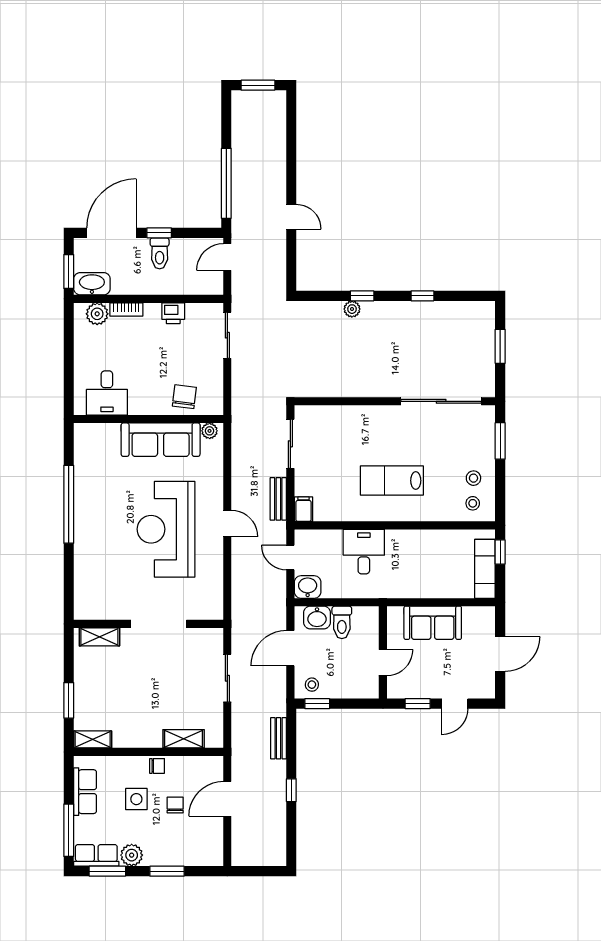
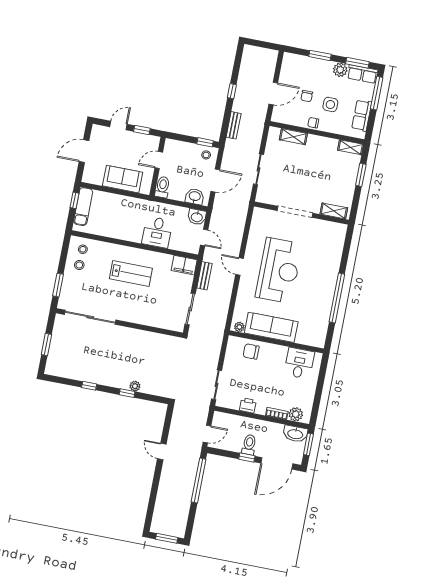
chair: (184, 397) -> (251, 351), turned 83
filing cabinet: (303, 509) -> (184, 265), width x2.00
window: (500, 552) -> (74, 200), moved
toilet: (342, 622) -> (162, 187), moved

